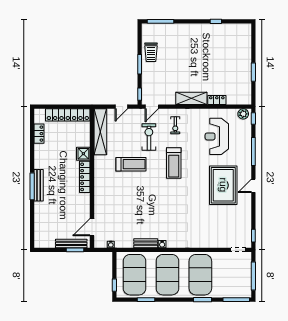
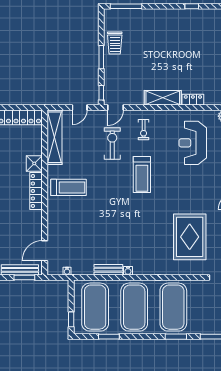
treadmill: (131, 164) -> (68, 187), moved
rug: (223, 185) -> (190, 237), moved

